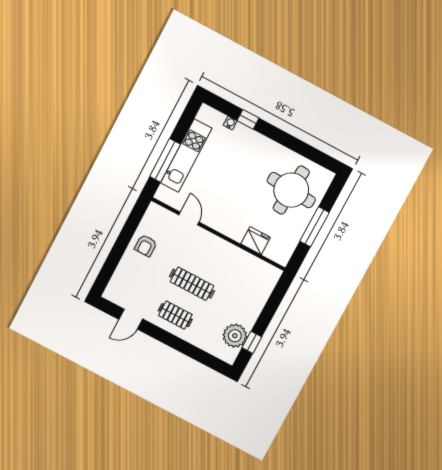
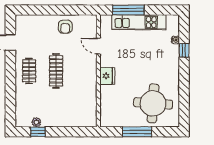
door: (189, 219) -> (98, 46), swing flipped
fridge: (256, 241) -> (107, 76), moved
armchair: (146, 245) -> (65, 27), turned -90
plant: (235, 336) -> (36, 122), width x0.53, depth x0.53

